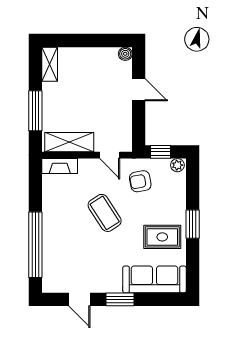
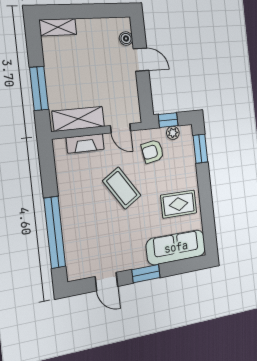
boiler: (125, 54) -> (126, 39), moved
shelving: (50, 64) -> (58, 27), moved, turned 90
plant: (177, 165) -> (173, 133), moved
fireplace: (60, 166) -> (85, 143), moved
window: (193, 224) -> (200, 149), moved

